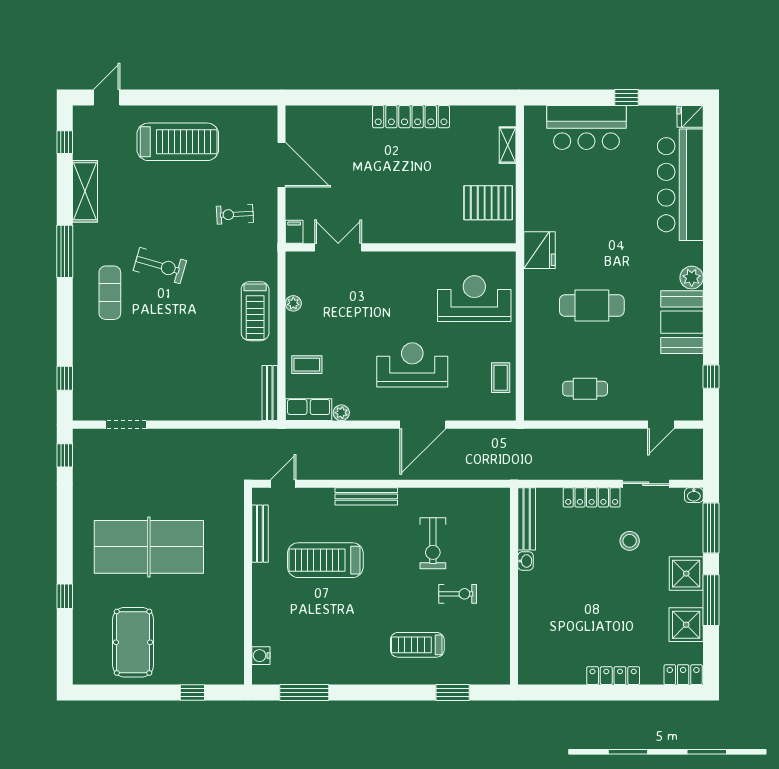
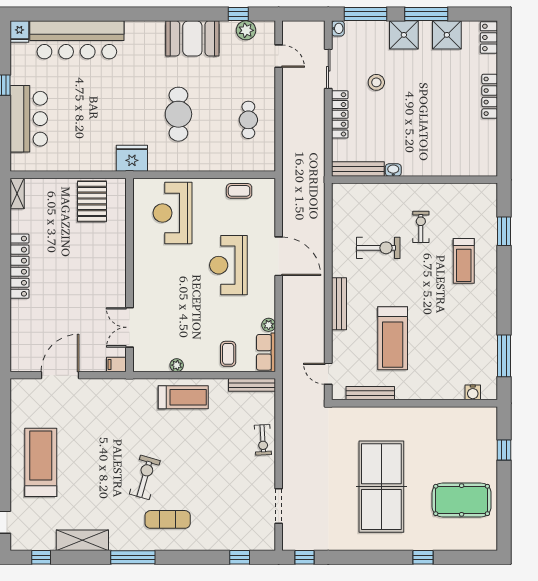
shelving: (508, 145) -> (17, 193), moved, turned 90
exercise bike: (235, 214) -> (263, 440), moved
plant: (692, 278) -> (246, 30), moved

